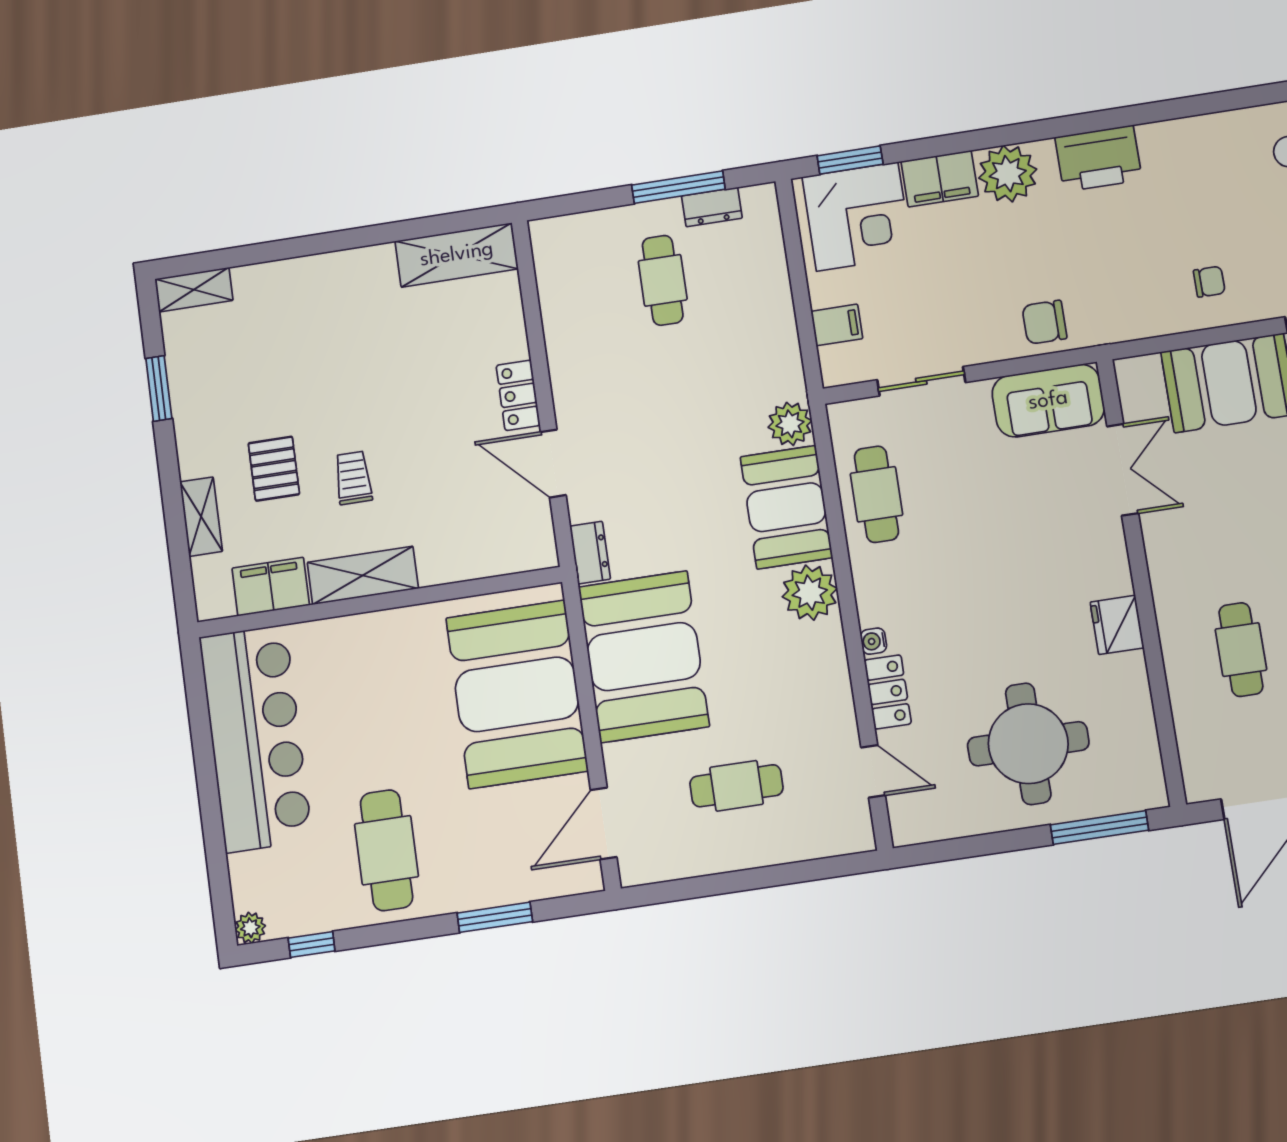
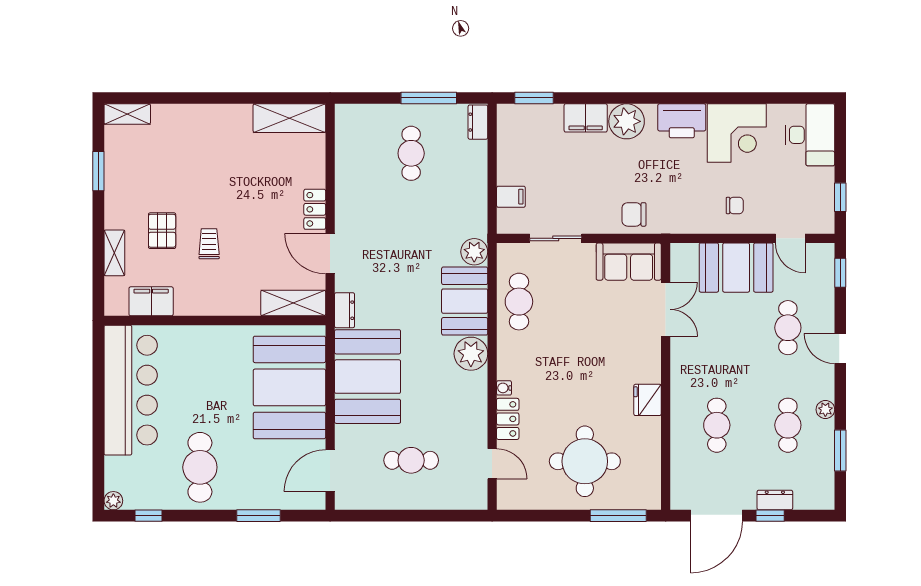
dresser: (712, 207) -> (478, 122), moved, turned 90
corner desk: (857, 216) -> (737, 133), moved
shelving: (363, 575) -> (293, 303), moved

